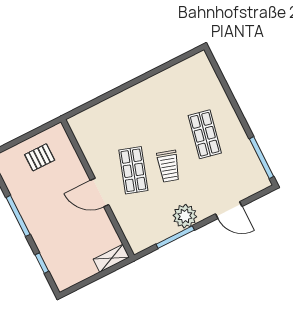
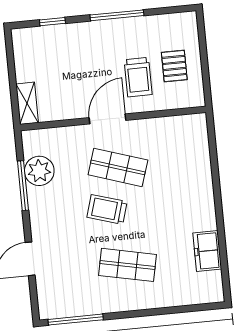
freezer: (171, 78) -> (207, 251), added
trolley: (59, 182) -> (138, 77), added
plant: (185, 216) -> (39, 171), moved

